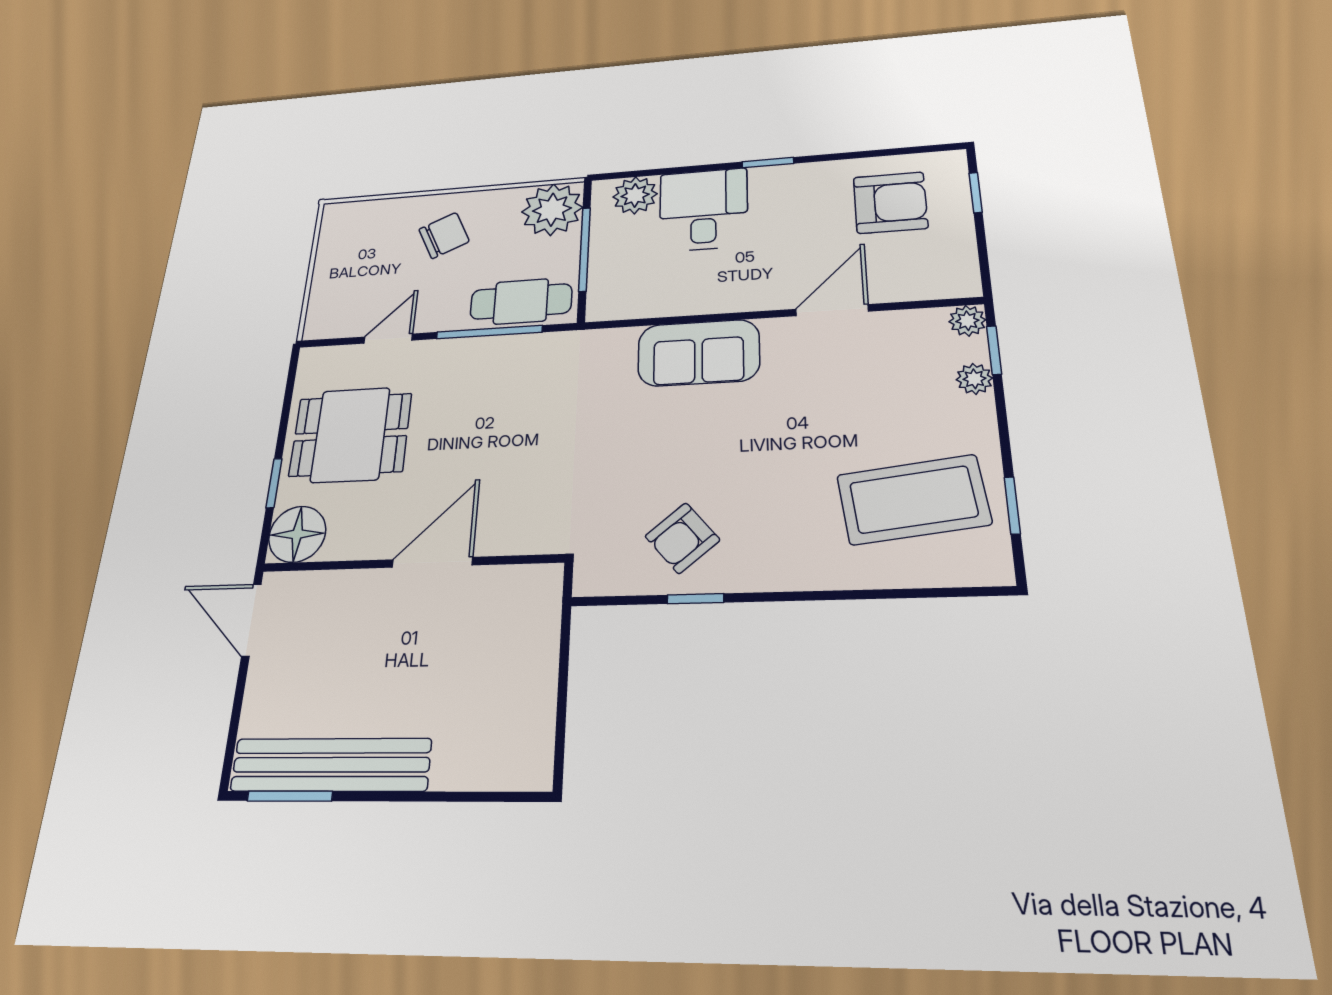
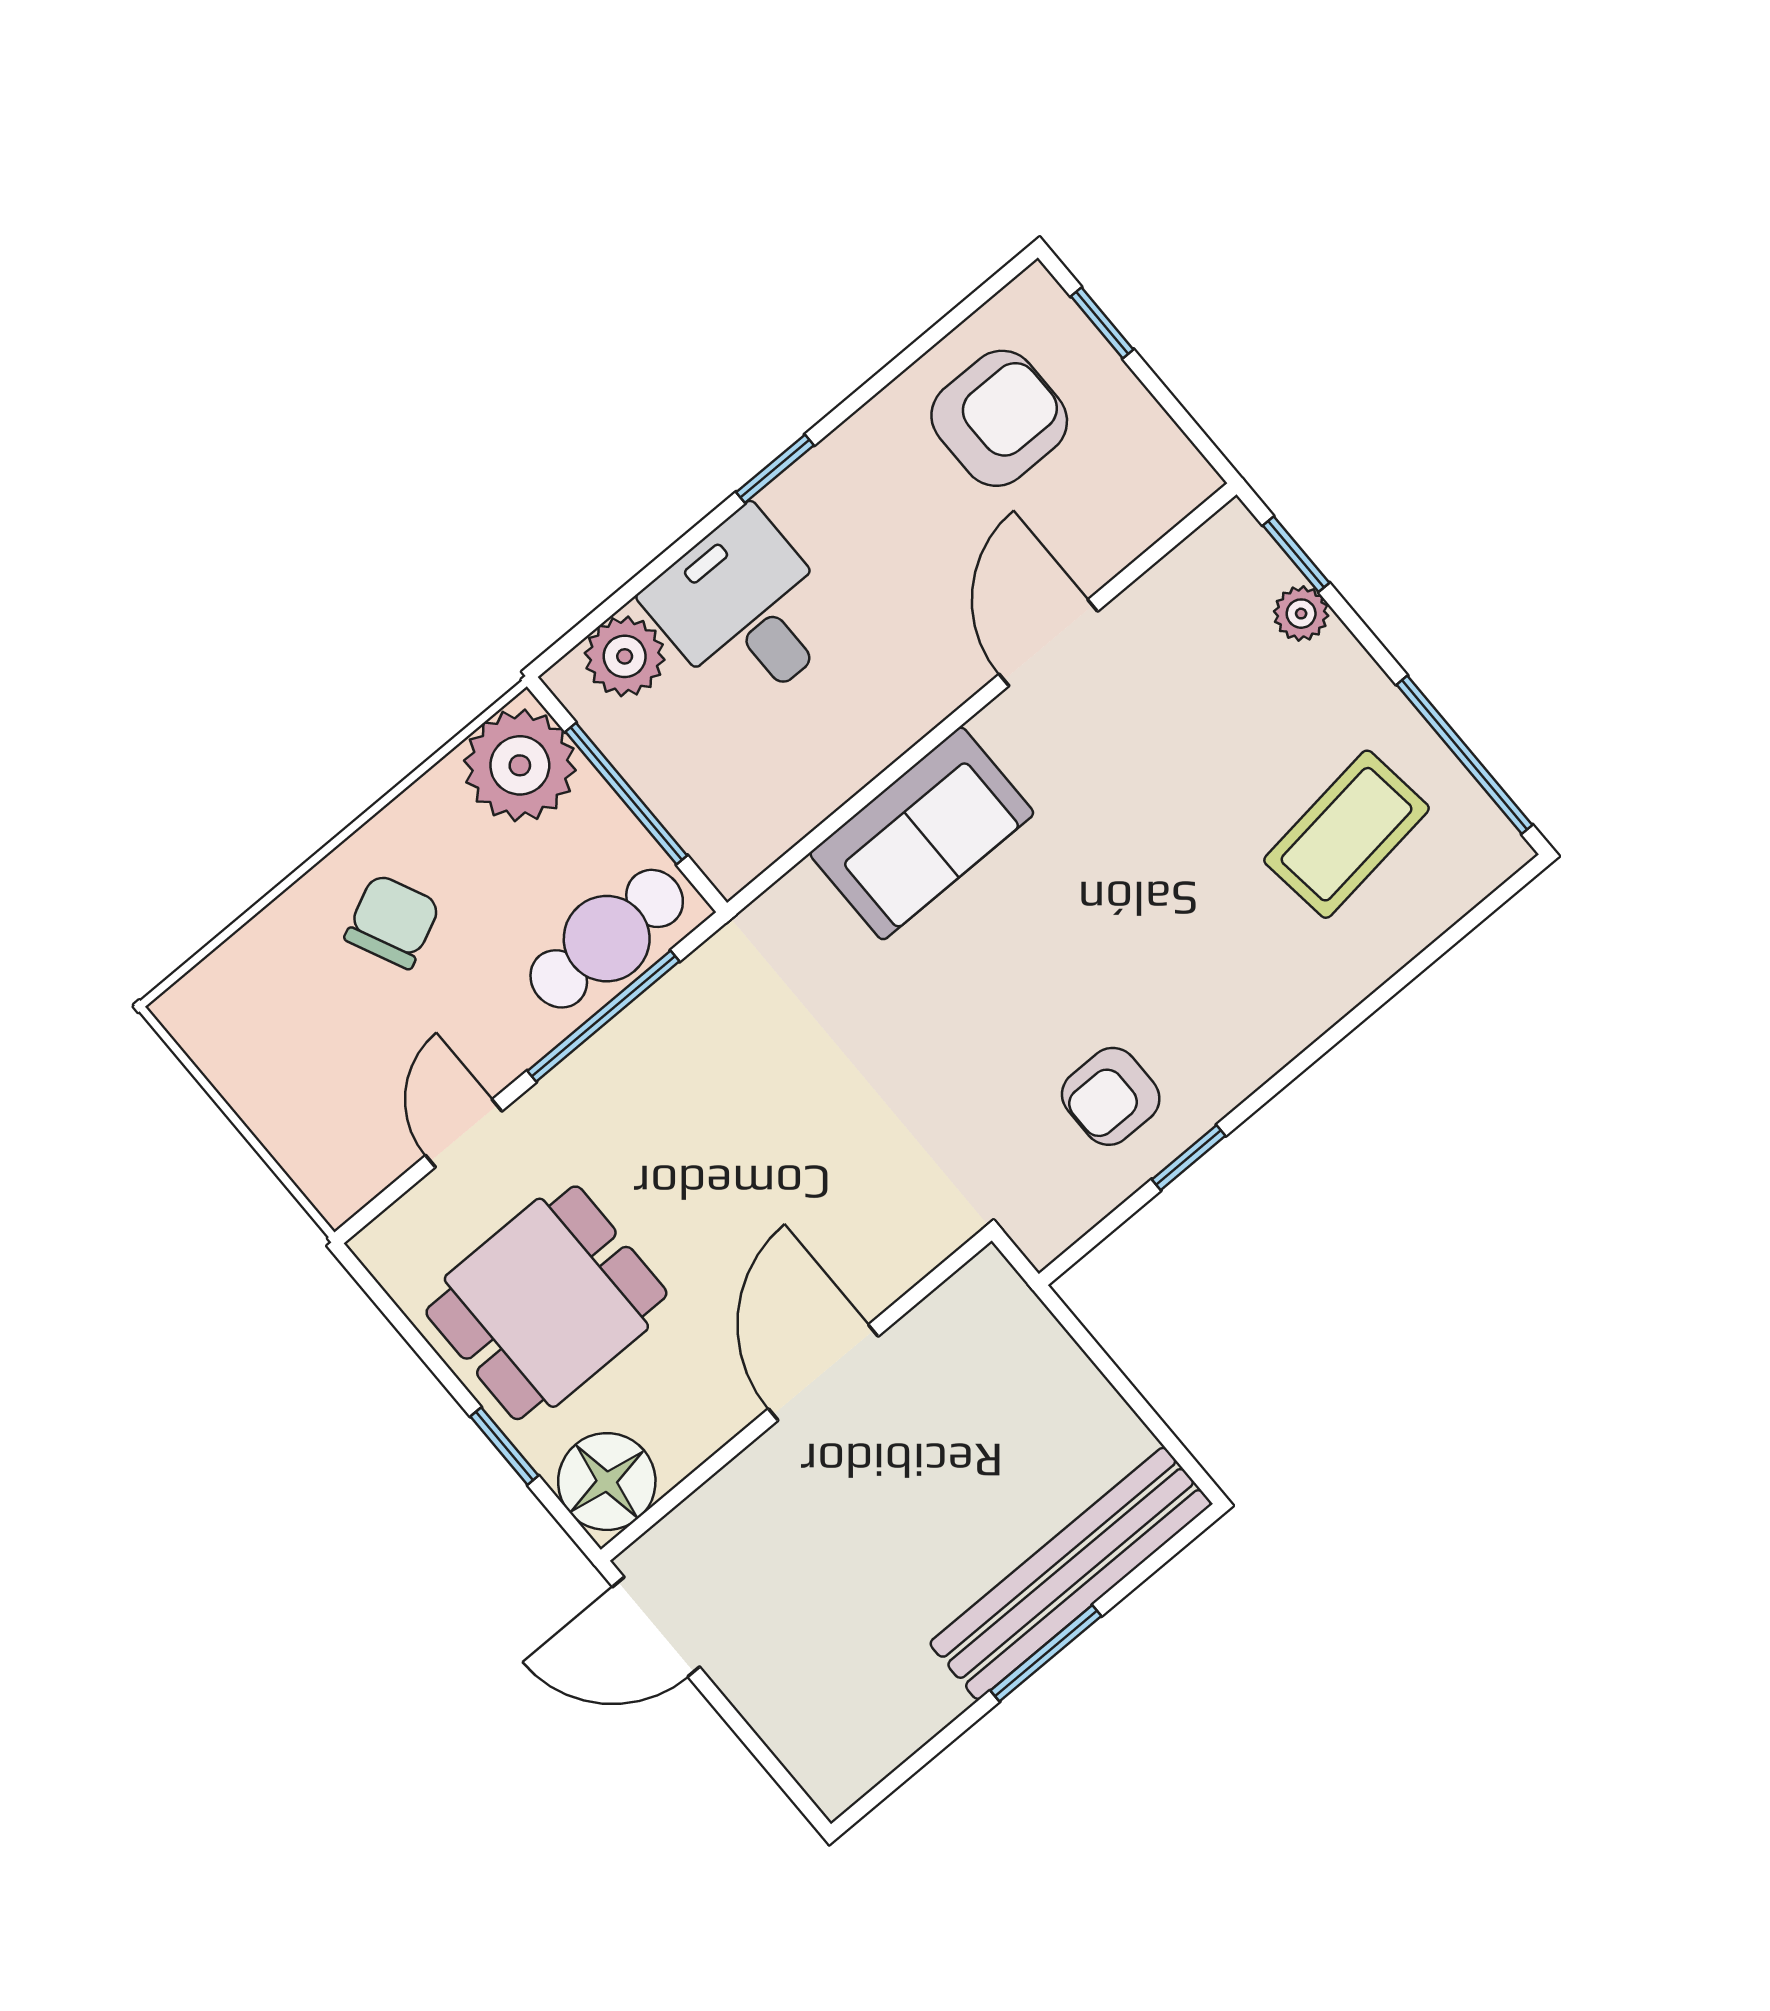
plant: (967, 321) -> (1233, 534), removed
coffee table: (913, 500) -> (1347, 834), width x0.73, depth x0.76
window: (1012, 505) -> (1465, 755), width x2.17
armchair: (682, 538) -> (1111, 1096), turned 40
bench: (330, 765) -> (1071, 1573), moved
window: (290, 796) -> (1046, 1653), moved

